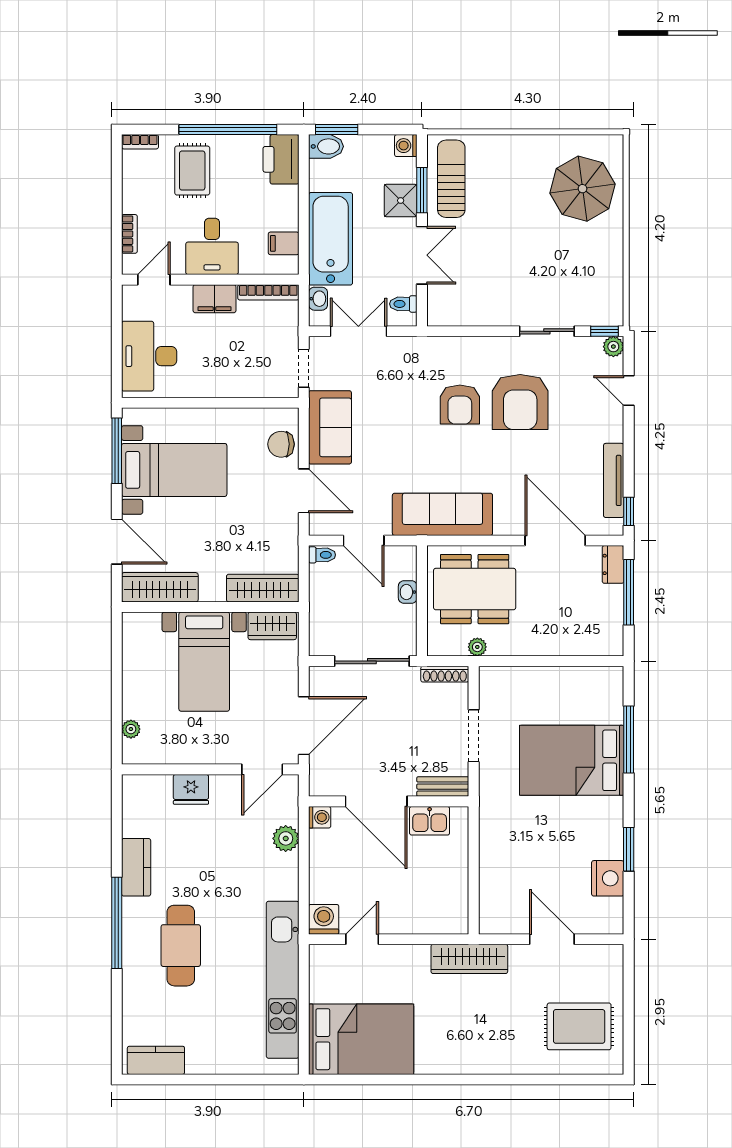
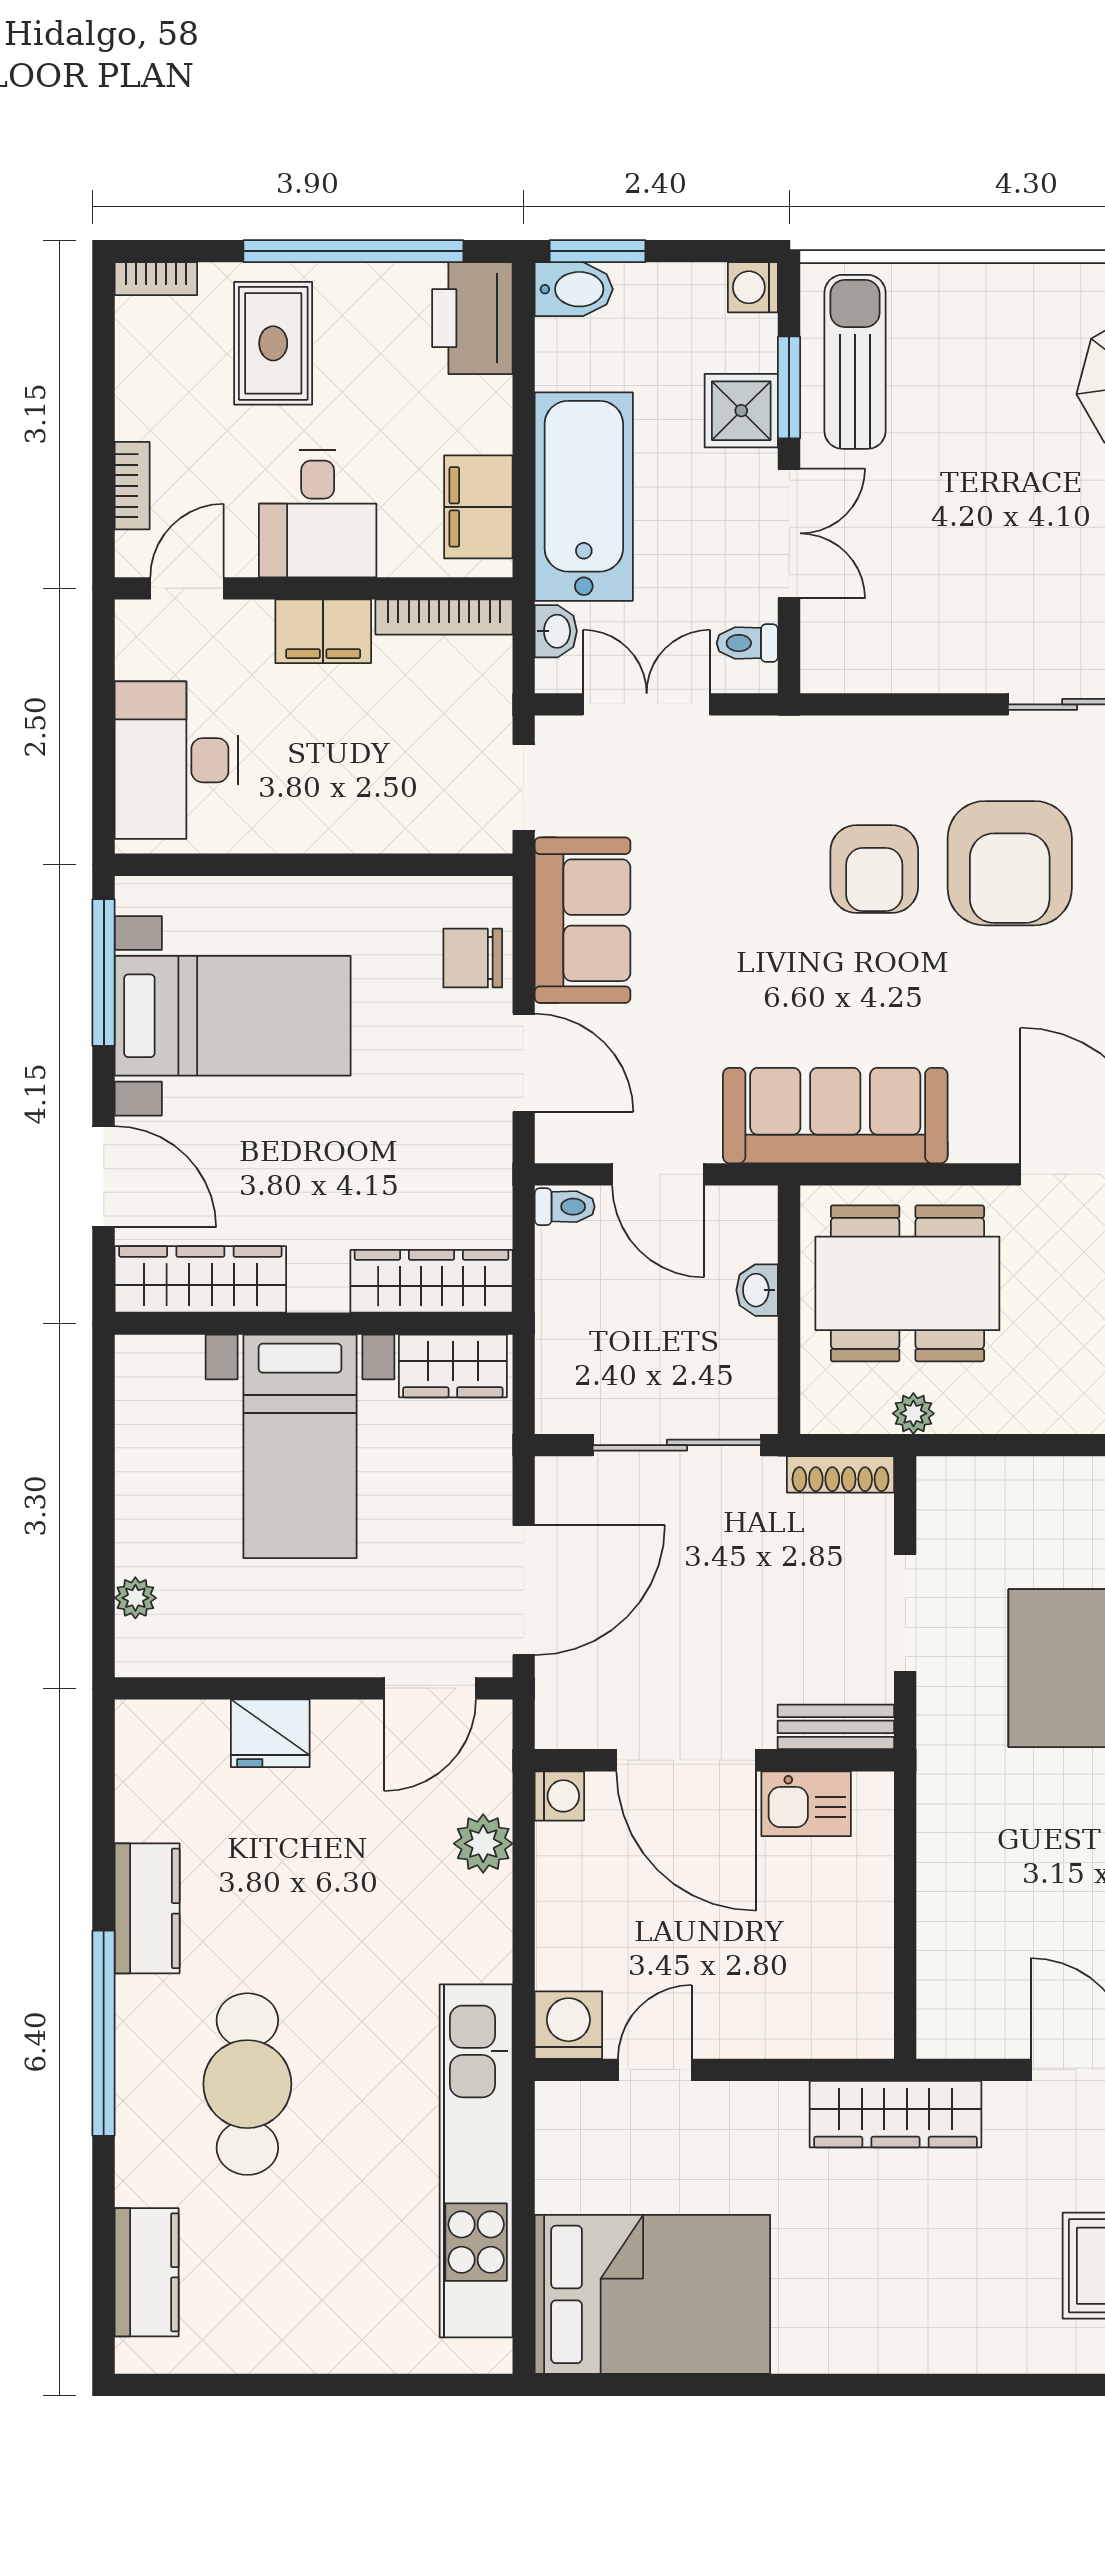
filing cabinet: (284, 243) -> (478, 507), width x2.00
kitchen counter: (156, 1060) -> (147, 2272), moved, turned 90

